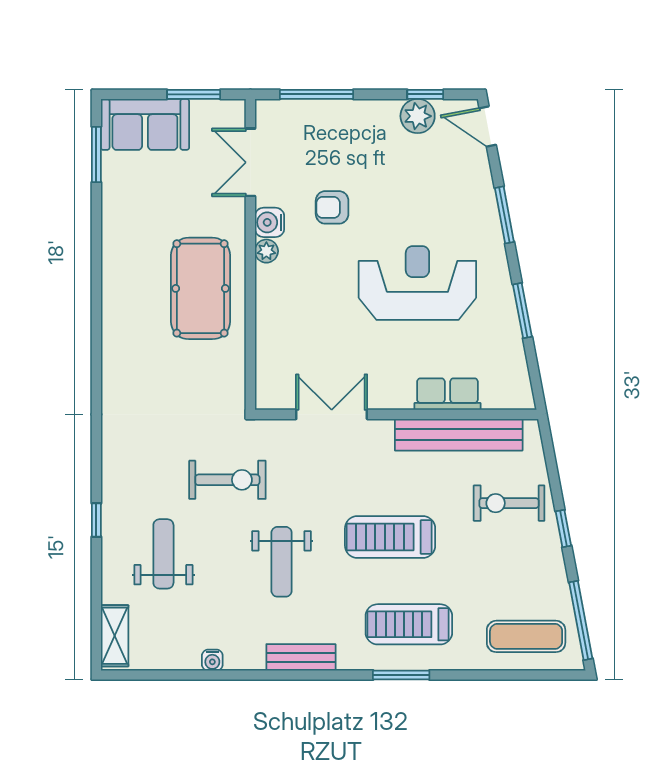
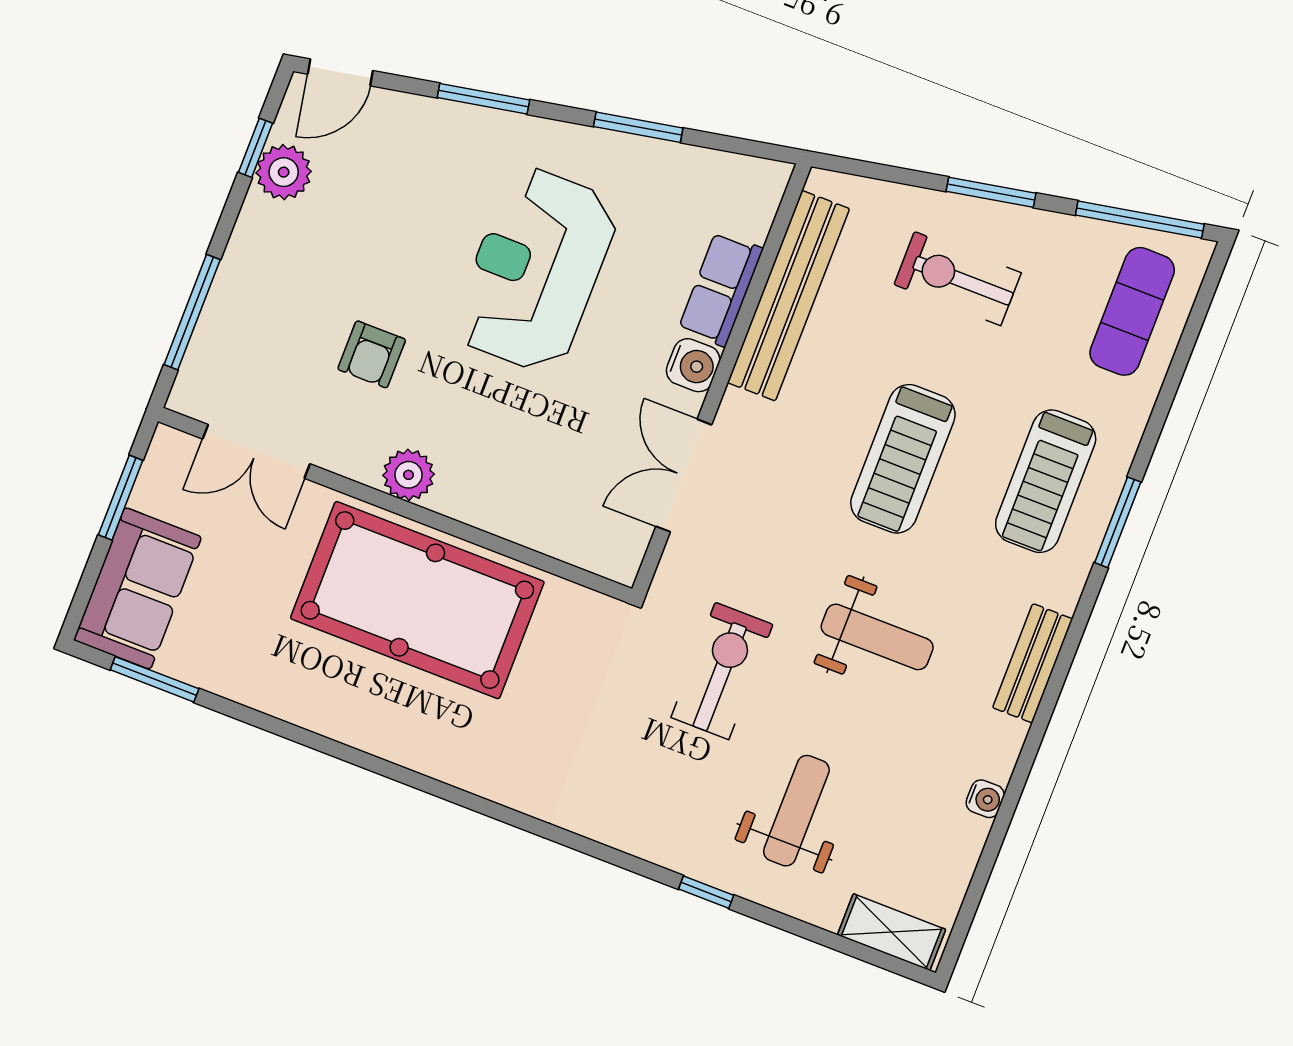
water cooler: (270, 222) -> (693, 365), moved, turned -90
plant: (266, 251) -> (408, 475), width x1.38, depth x1.38
pool table: (200, 288) -> (417, 600), width x1.36, depth x1.32
exercise bike: (509, 503) -> (958, 279), moved, turned 90
window: (563, 529) -> (991, 192), width x1.50
weight bench: (163, 554) -> (796, 811), turned 90

